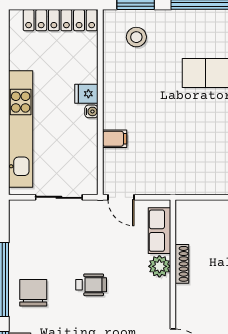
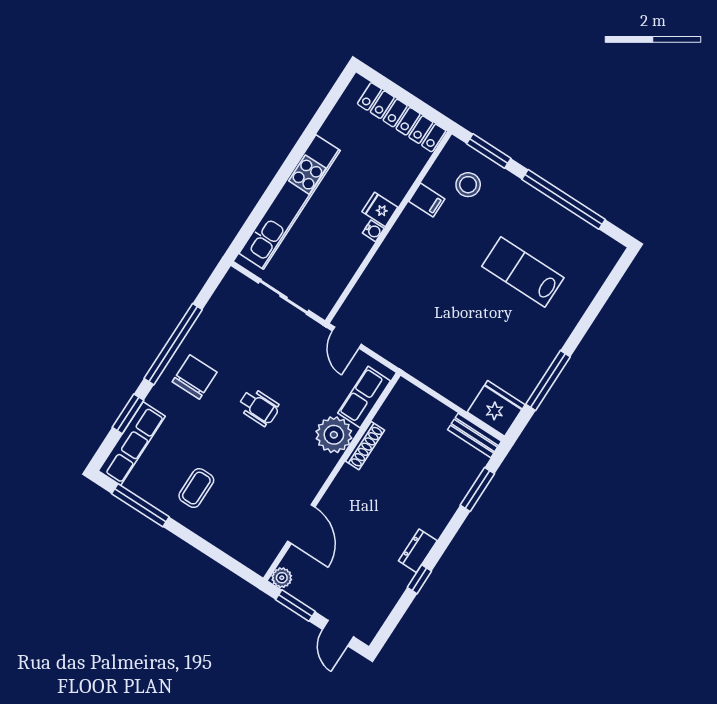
filing cabinet: (115, 139) -> (427, 200), moved
plant: (159, 266) -> (334, 435), width x1.36, depth x1.36

